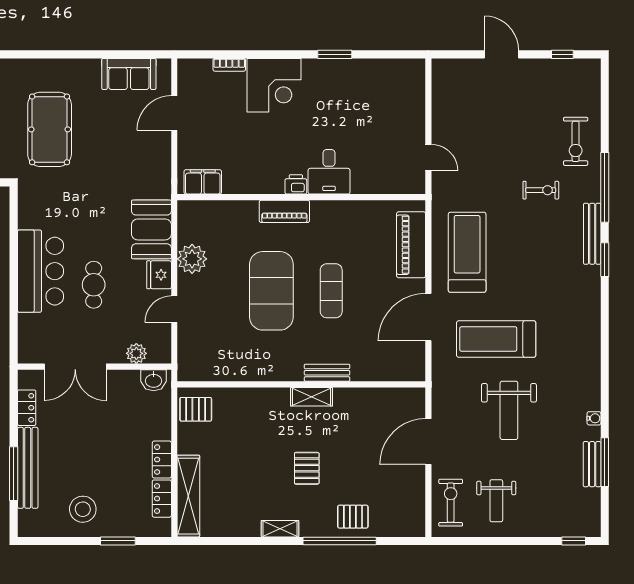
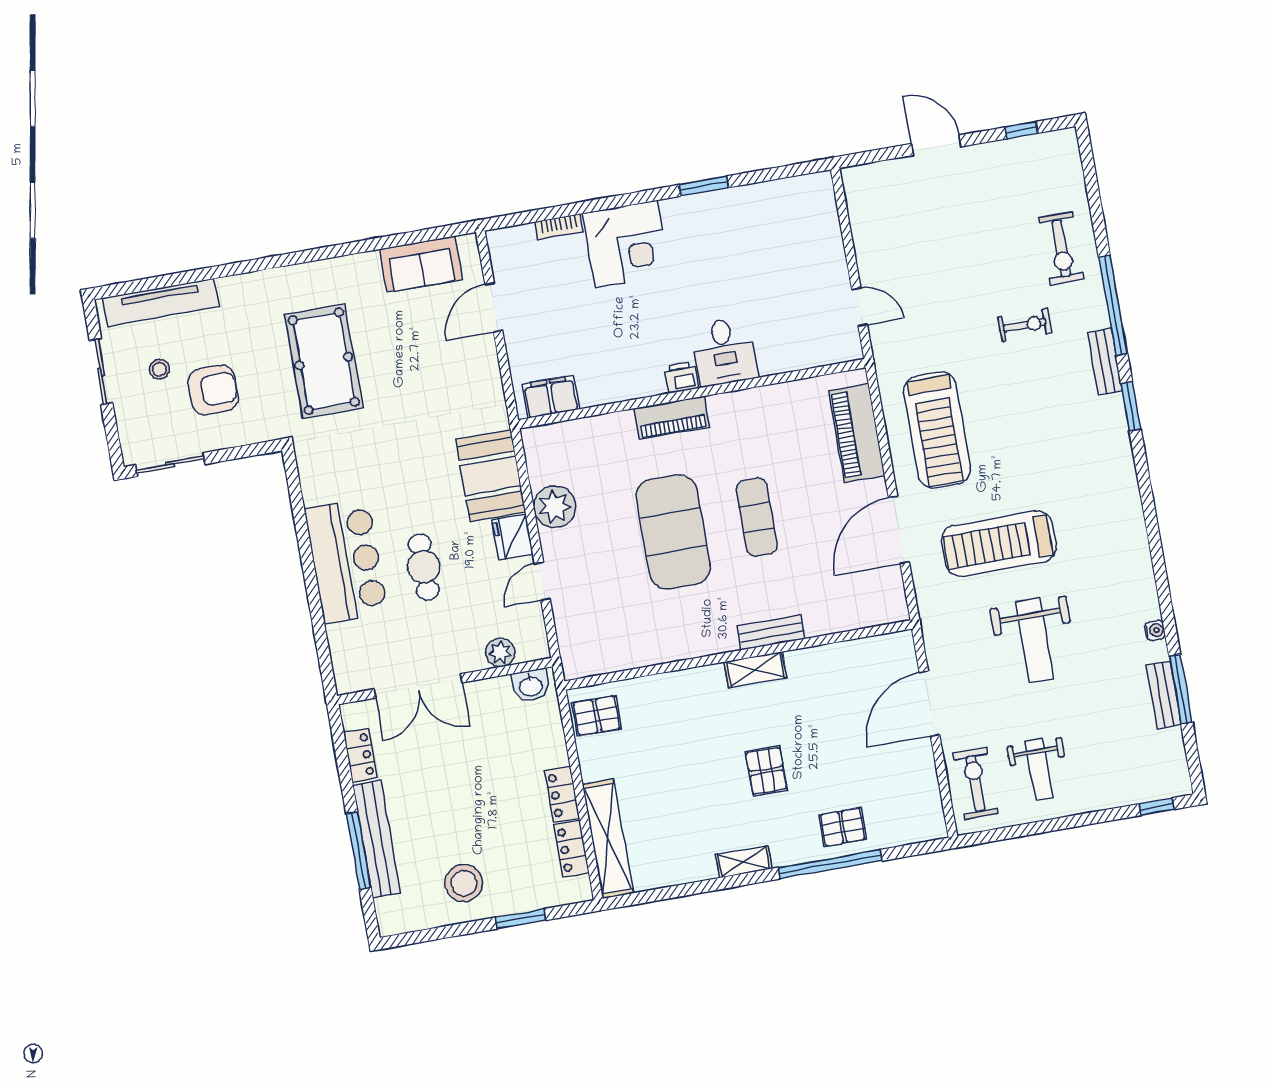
bench: (592, 234) -> (1105, 362), width x0.73
treadmill: (467, 252) -> (937, 430), turned 180

